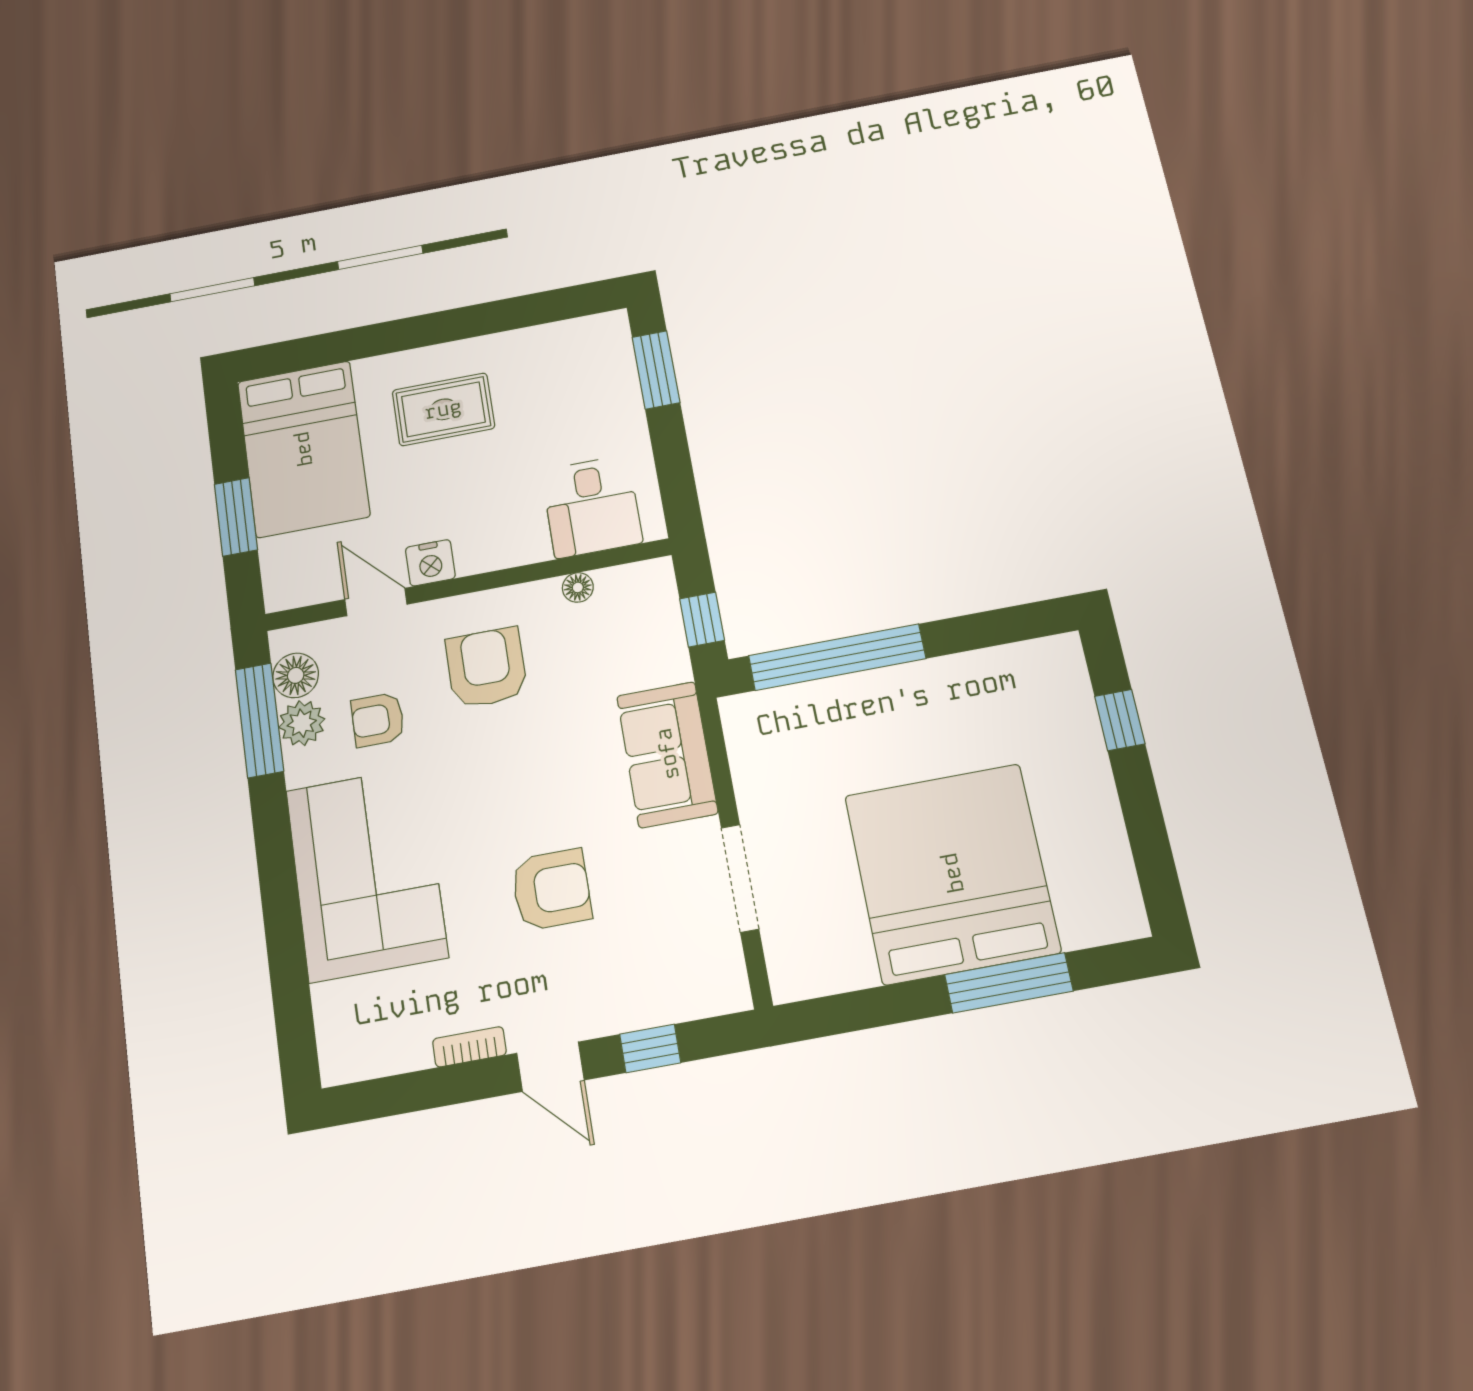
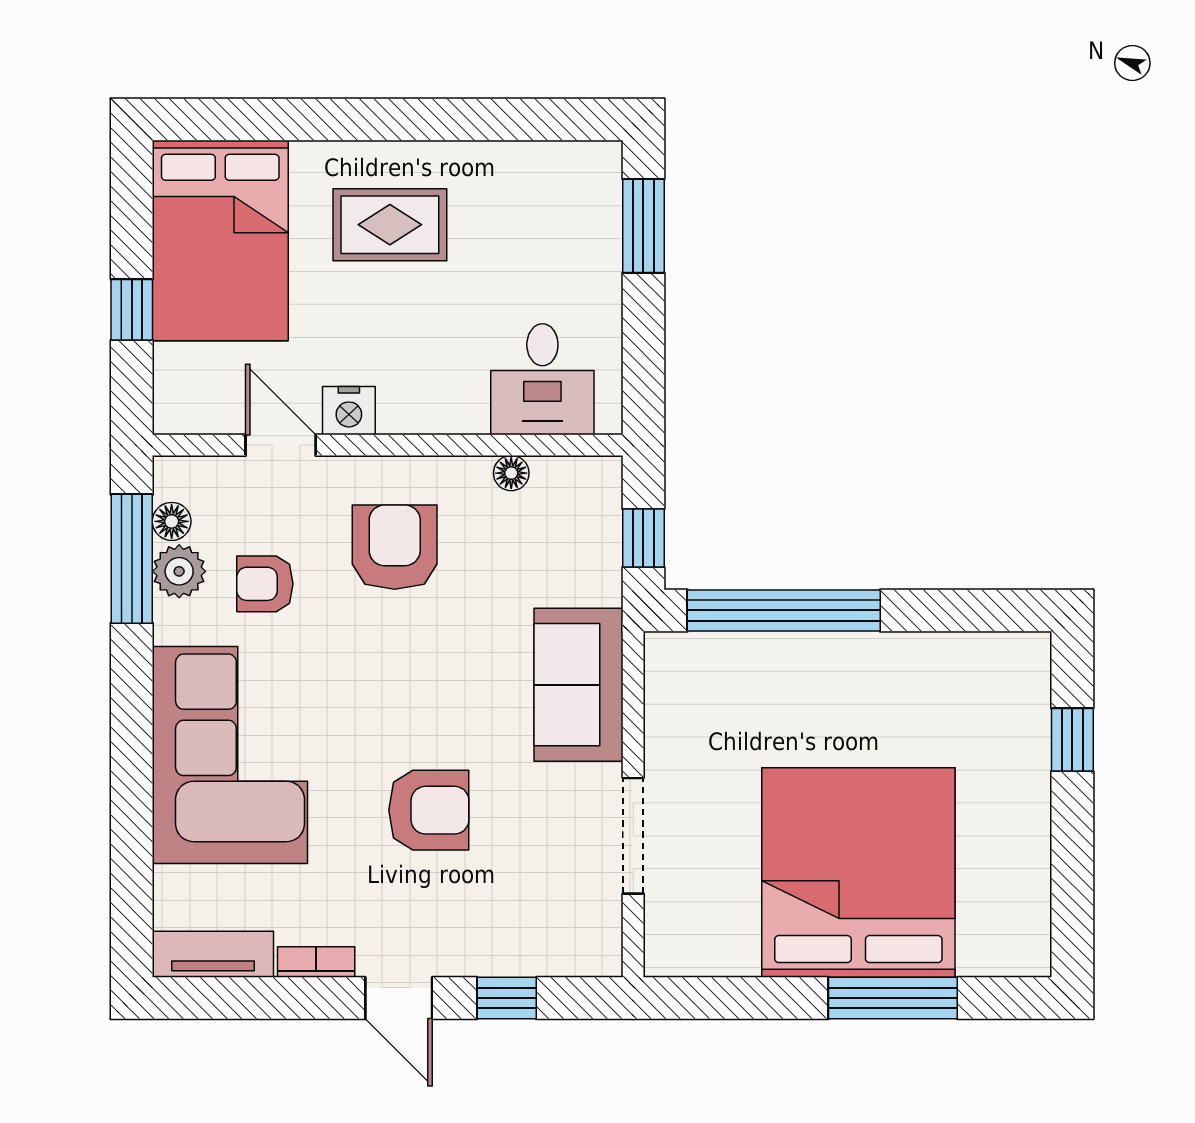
window: (236, 517) -> (132, 310), width x0.67
floor lamp: (296, 675) -> (172, 521), width x0.73, depth x0.73
tv unit: (374, 1057) -> (213, 954), added

